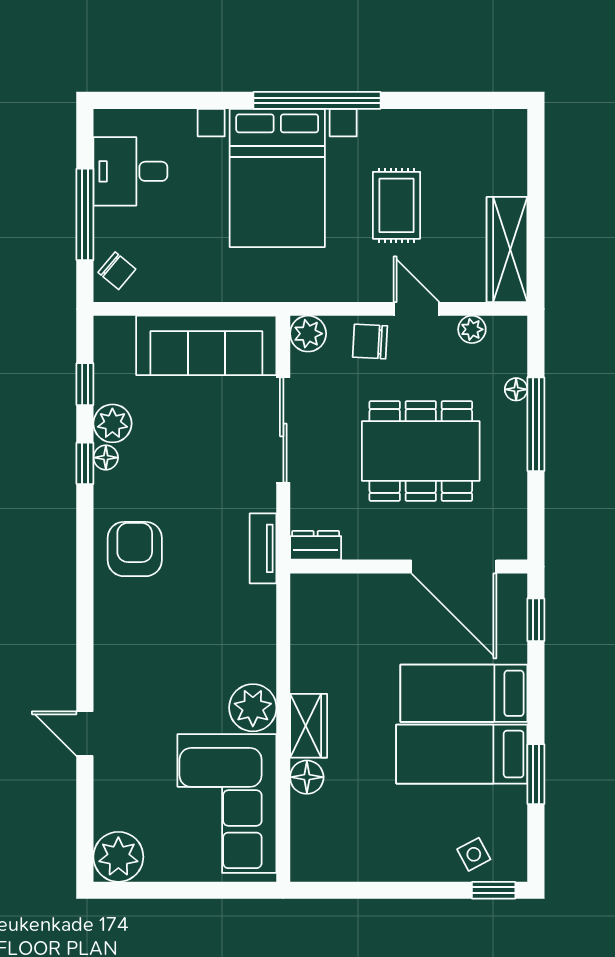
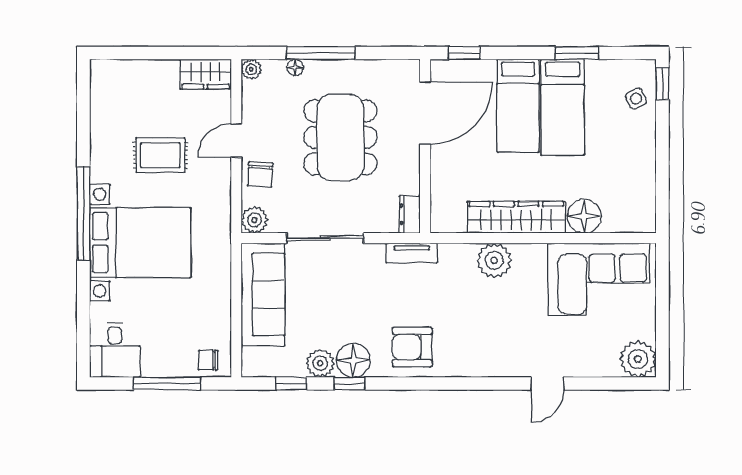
desk: (130, 171) -> (115, 350), moved
wardrobe: (507, 250) -> (206, 74), width x0.67
chair: (117, 271) -> (208, 360), turned -130
plant: (472, 329) -> (251, 69), moved
floor lamp: (106, 458) -> (353, 360), width x1.89, depth x1.89
plant: (253, 708) -> (494, 260), moved
wardrobe: (309, 726) -> (516, 217), width x2.10, depth x1.17
floor lamp: (307, 777) -> (584, 216), width x1.38, depth x1.38

